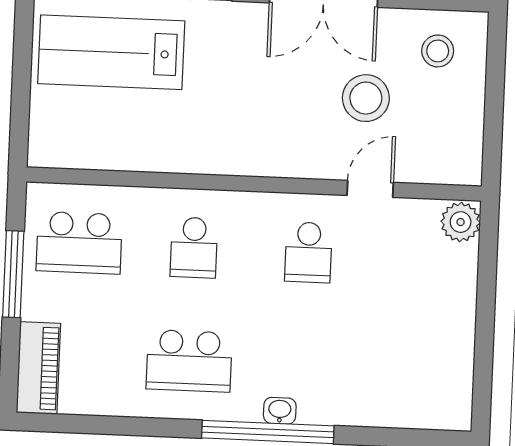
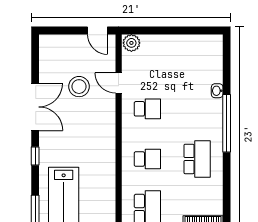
stool: (438, 51) -> (57, 56), removed
door: (492, 146) -> (97, 30), added
washbasin: (280, 411) -> (217, 91), moved

